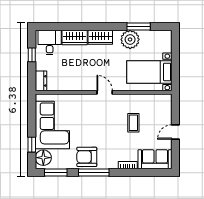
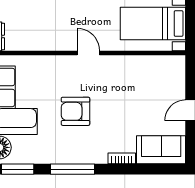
coffee table: (133, 123) -> (130, 97), removed
armchair: (87, 157) -> (76, 111), moved

